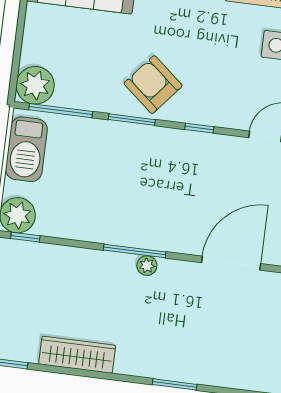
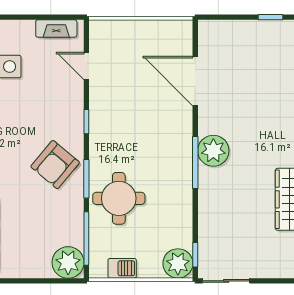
barbecue: (26, 149) -> (122, 268), width x0.53, depth x0.65
round table: (104, 155) -> (119, 198), added
plant: (147, 266) -> (213, 151), width x1.88, depth x1.88

